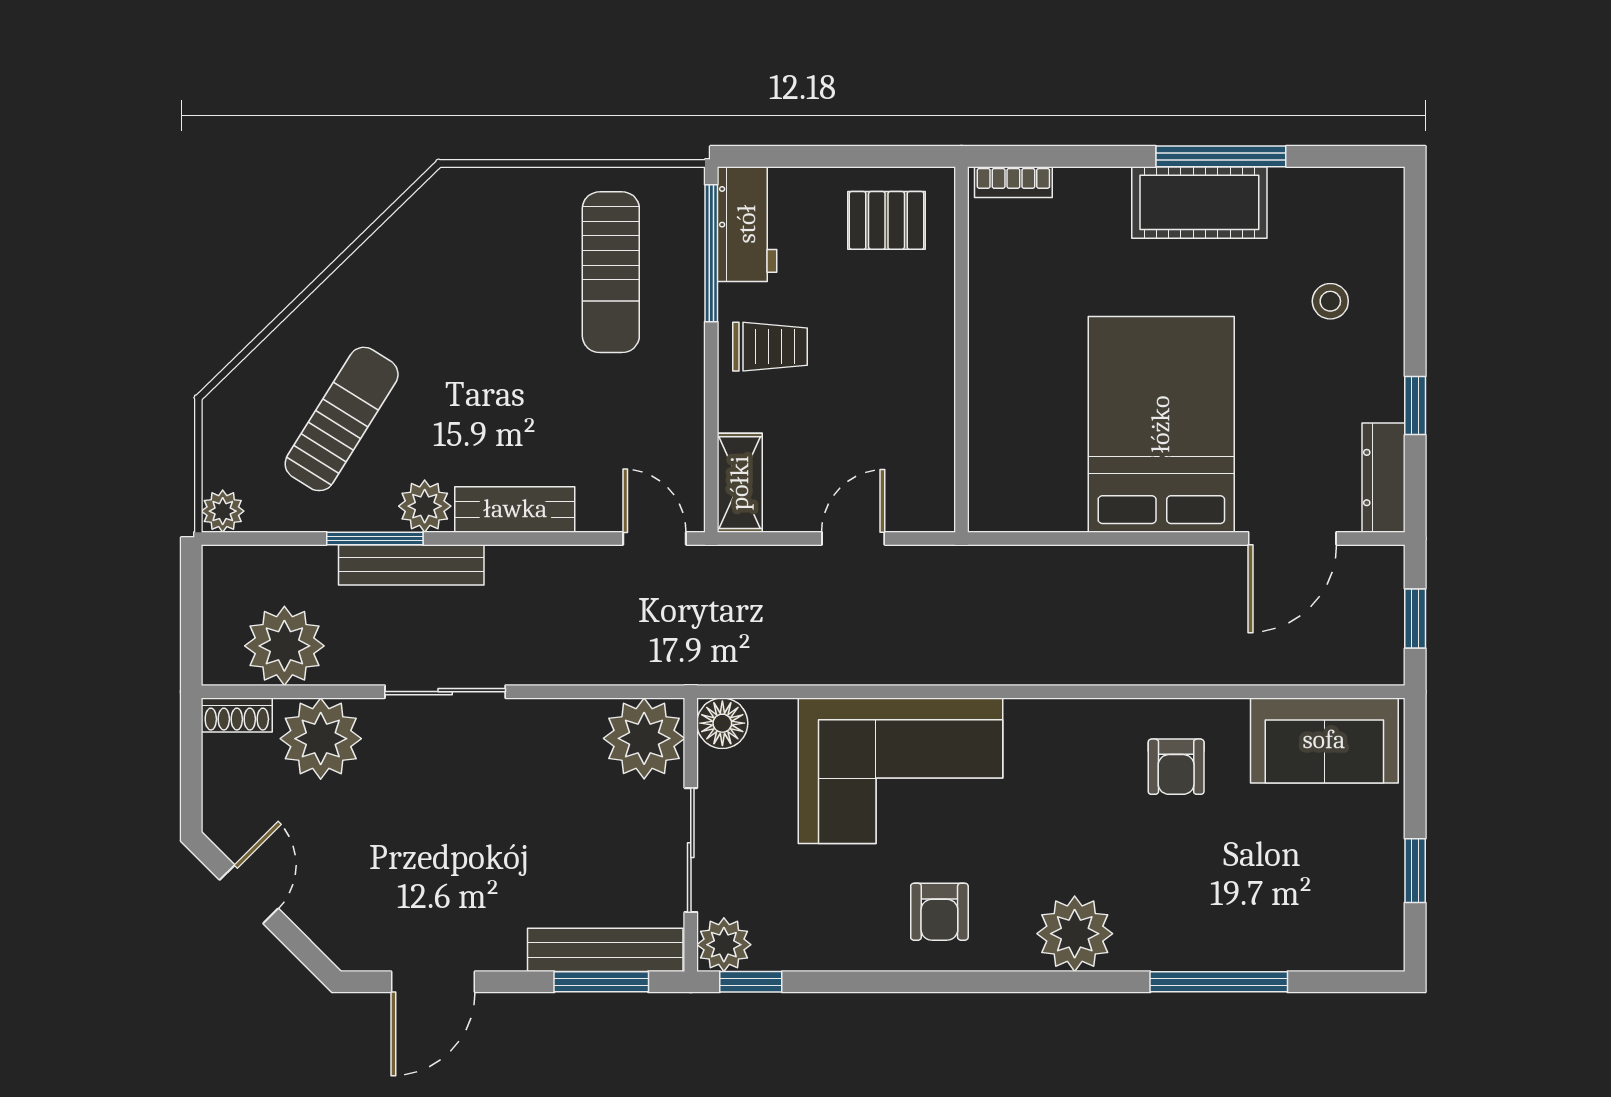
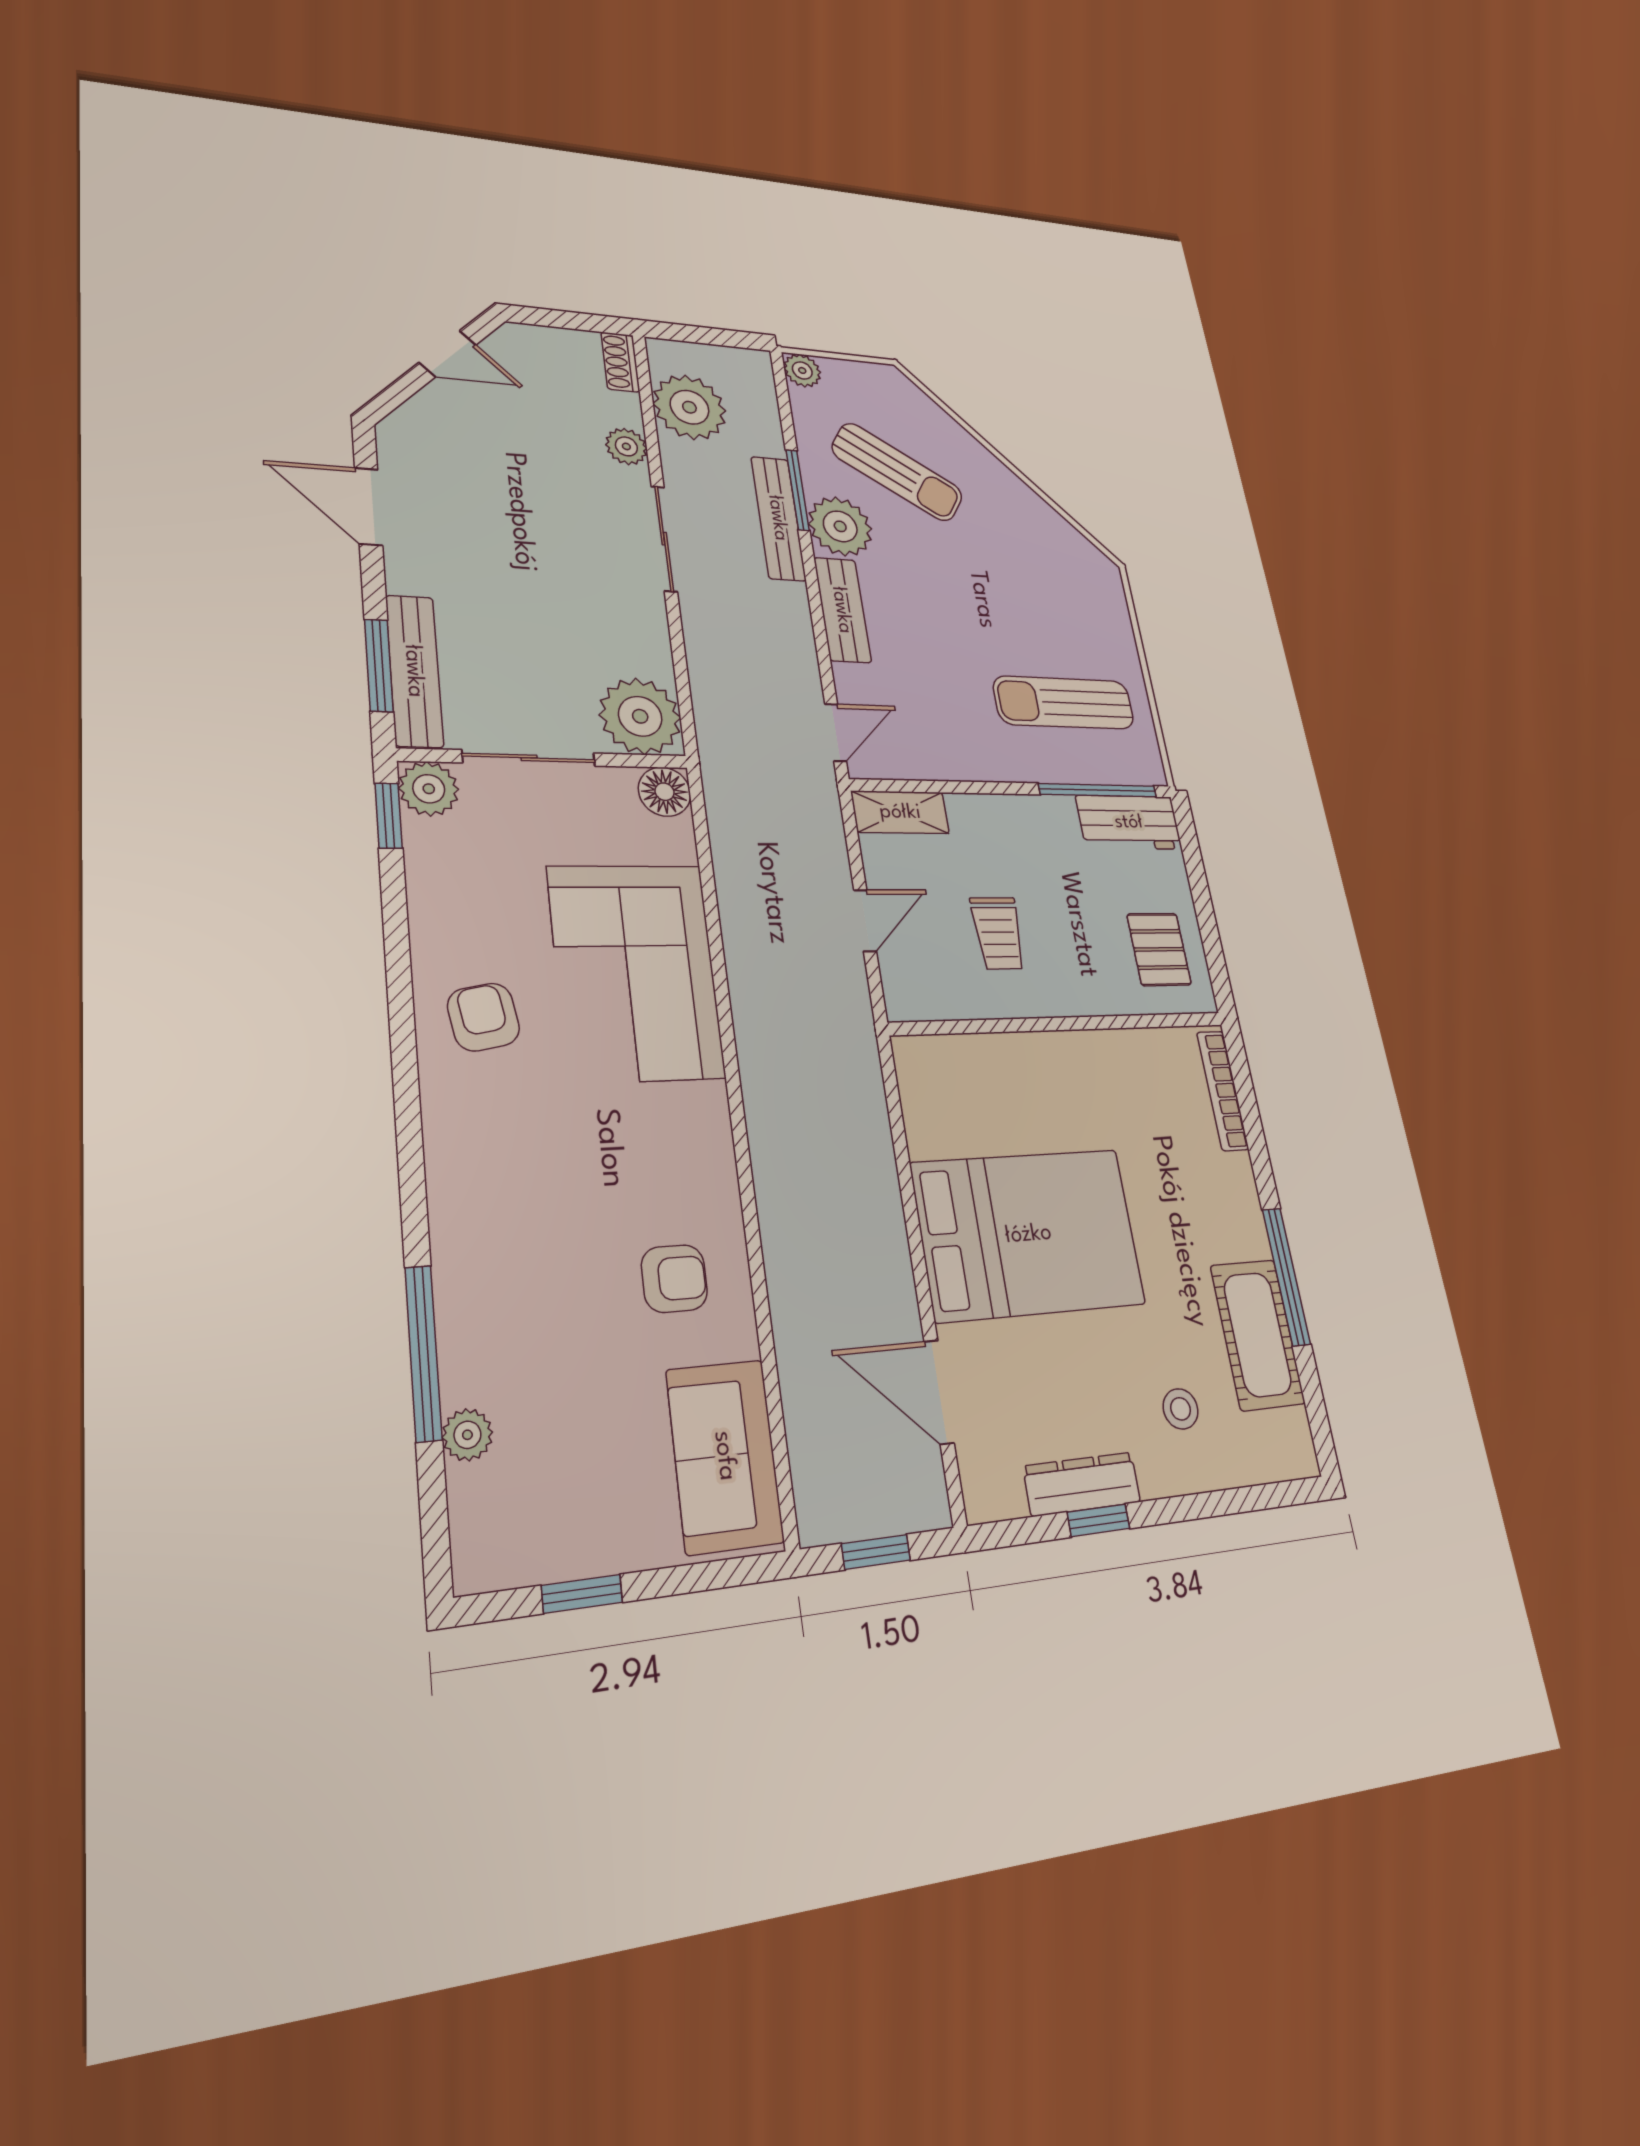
bookcase: (1013, 182) -> (1223, 1090), width x1.56
cot: (1199, 202) -> (1258, 1334), moved
trolley: (770, 347) -> (998, 933), moved
dresser: (1383, 478) -> (1082, 1484), moved
plant: (425, 506) -> (840, 526), width x1.36, depth x1.36
door: (853, 538) -> (865, 921), hinge flipped
plant: (321, 739) -> (626, 446), width x0.53, depth x0.53
armchair: (1176, 767) -> (674, 1279), turned 180
armchair: (939, 912) -> (483, 1017), turned 80
plant: (1075, 934) -> (467, 1435), moved, width x0.53, depth x0.53

